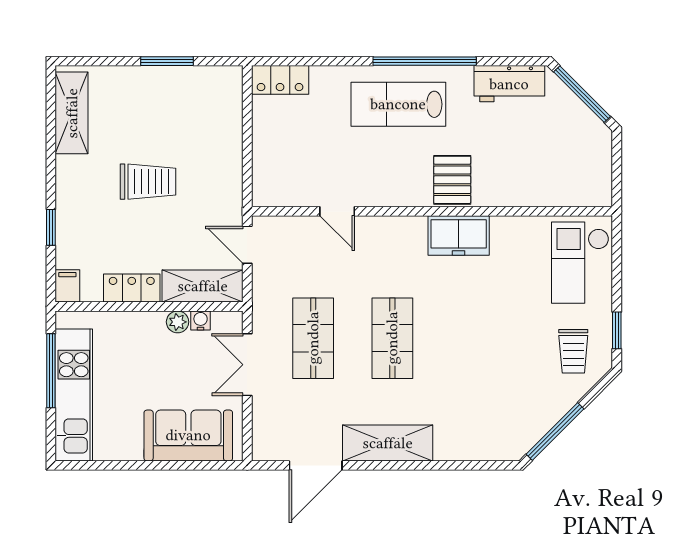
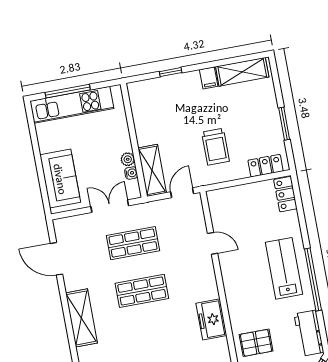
pallet: (452, 180) -> (256, 343), moved
trolley: (148, 182) -> (215, 147), moved
door: (337, 211) -> (212, 243), swing flipped
filing cabinet: (67, 286) -> (209, 78), moved, turned 90
locker: (132, 288) -> (266, 166), moved, turned -90
window: (51, 371) -> (68, 91), moved
shelving: (388, 443) -> (81, 318), moved

